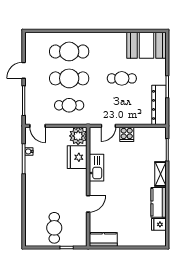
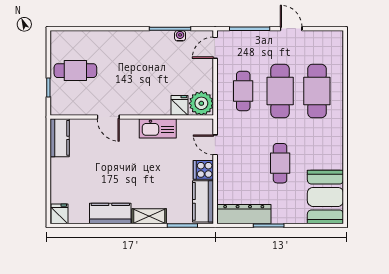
kitchen counter: (150, 135) -> (203, 201), added
fridge: (77, 157) -> (180, 105), width x0.53, depth x0.75
fridge: (159, 224) -> (59, 214), moved

